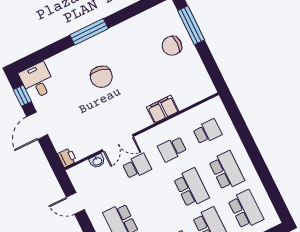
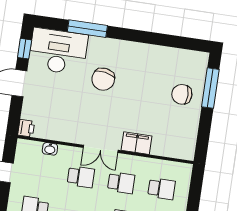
window: (89, 32) -> (87, 29), moved
desk: (37, 81) -> (58, 51), width x1.87, depth x1.30
double door: (118, 143) -> (101, 149), moved
school desk: (172, 149) -> (121, 183), turned 180

